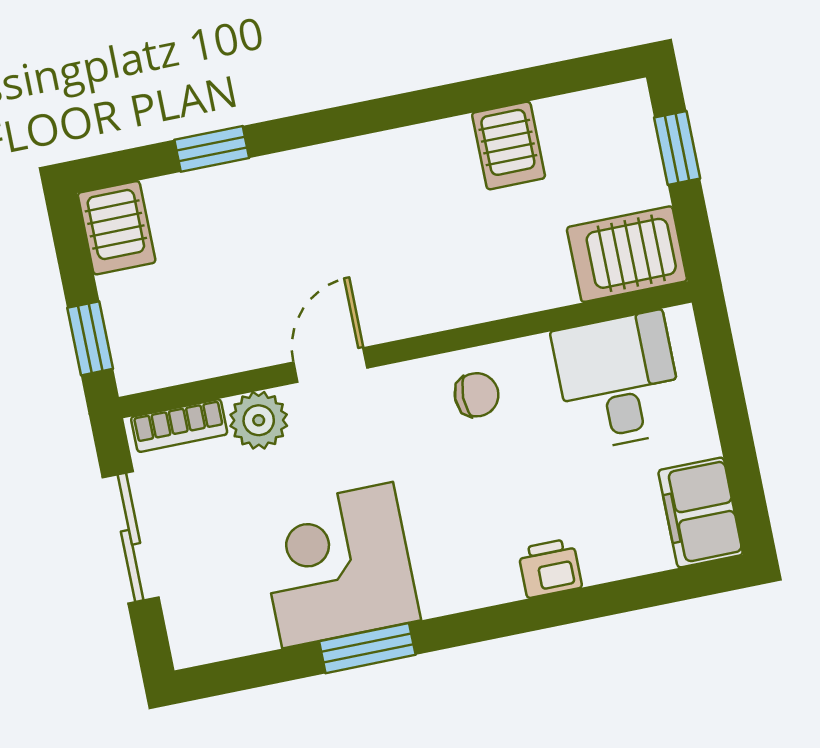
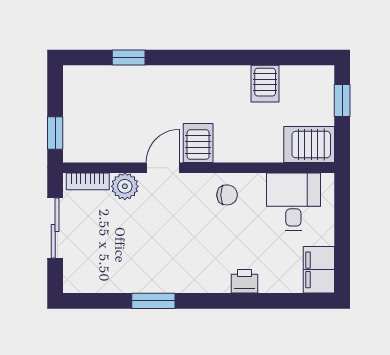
server rack: (117, 228) -> (198, 143), moved, turned 180
corner desk: (338, 565) -> (147, 260), removed

